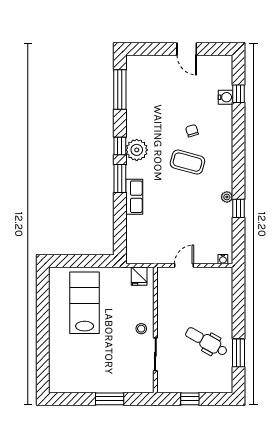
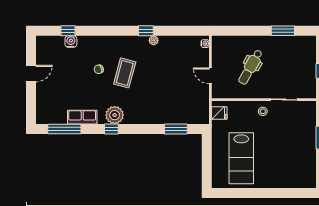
window: (120, 178) -> (176, 129), moved
row of seats: (134, 197) -> (82, 117), moved
window: (238, 208) -> (146, 31), moved
lab bench: (85, 303) -> (241, 158), turned -90
dental chair: (206, 342) -> (250, 67), moved

